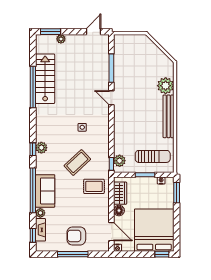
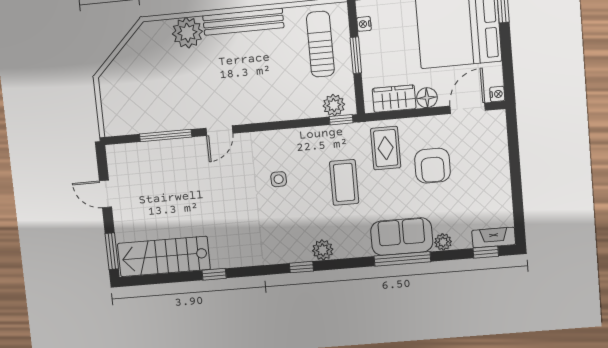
door: (94, 32) -> (105, 194), moved
plant: (61, 39) -> (123, 231), removed
stairs: (45, 79) -> (164, 256), moved
window: (33, 87) -> (214, 274), width x0.32
window: (33, 149) -> (301, 267), moved
coffee table: (77, 163) -> (344, 182), turned 43
window: (33, 190) -> (402, 259), width x0.68
fireplace: (41, 230) -> (494, 237), moved
armchair: (76, 236) -> (433, 166), moved
window: (73, 254) -> (516, 176), removed

